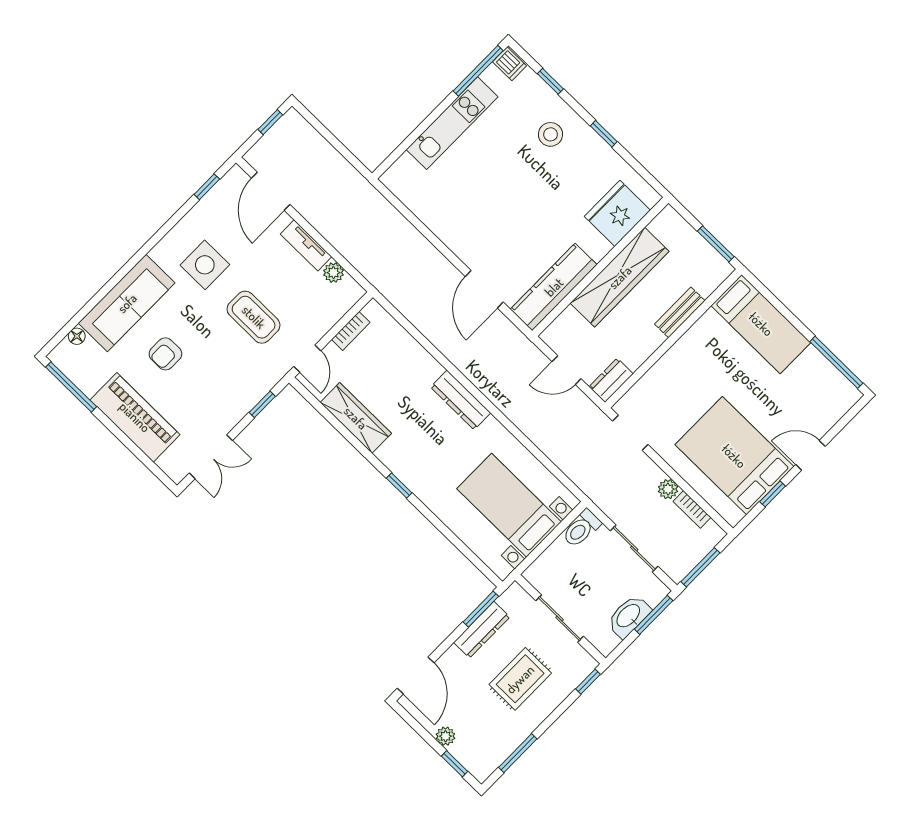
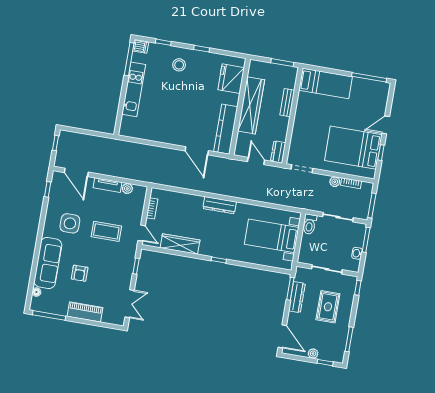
door: (567, 370) -> (256, 161), swing flipped
piano: (135, 417) -> (85, 312), width x0.73, depth x0.75
washbasin: (629, 616) -> (357, 253), width x0.52, depth x0.69

